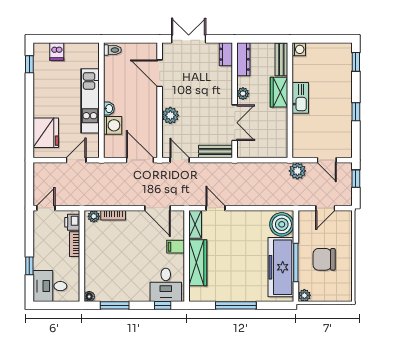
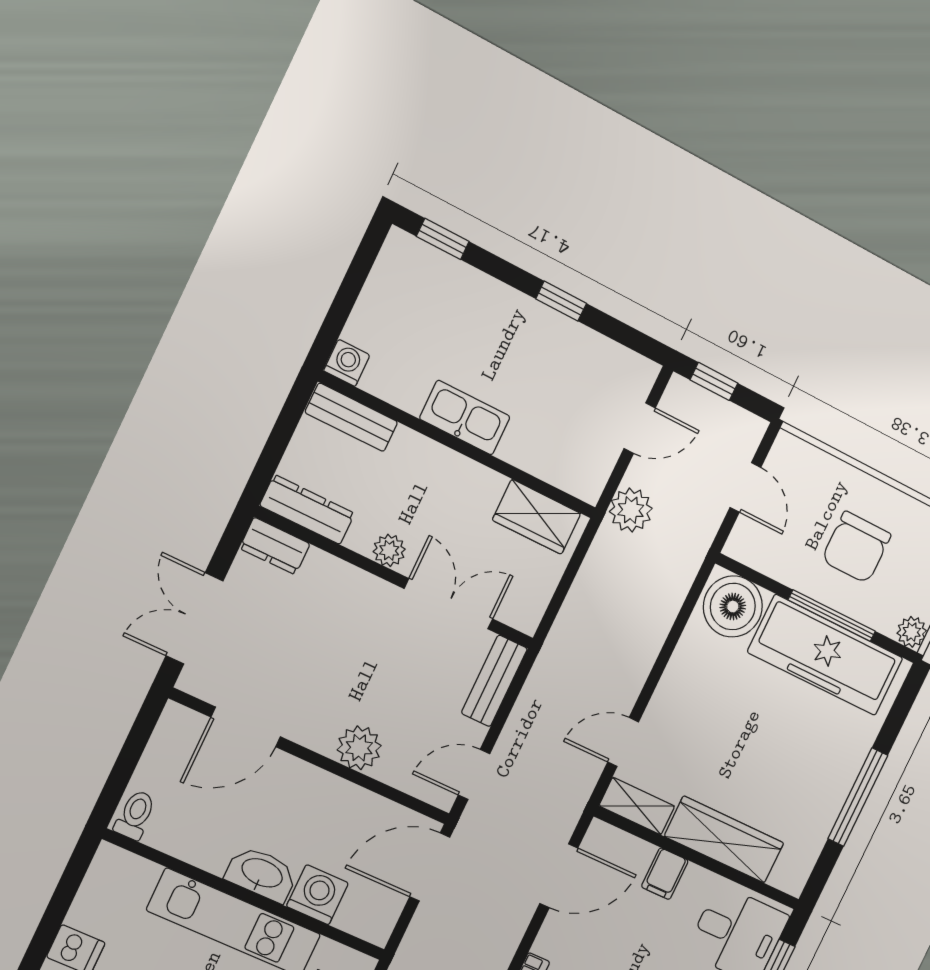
wardrobe: (279, 92) -> (537, 517), moved
washbasin: (109, 109) -> (262, 874), width x1.91, depth x1.45

